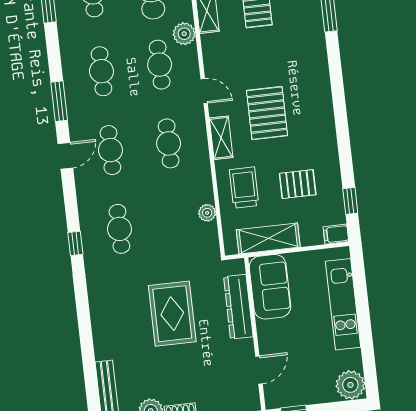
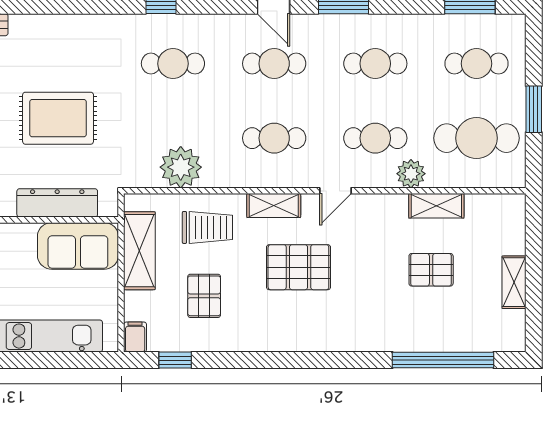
plant: (207, 213) -> (181, 167), width x1.88, depth x1.88

